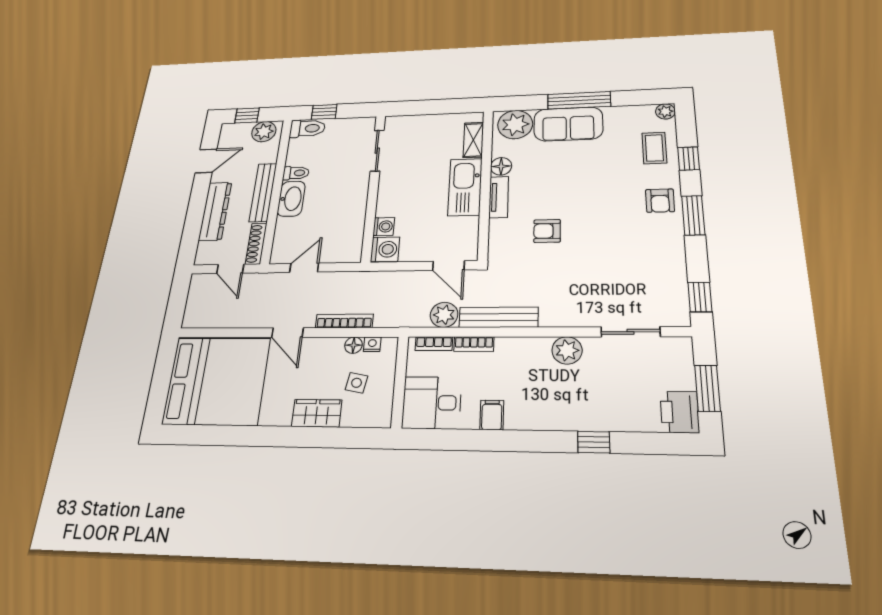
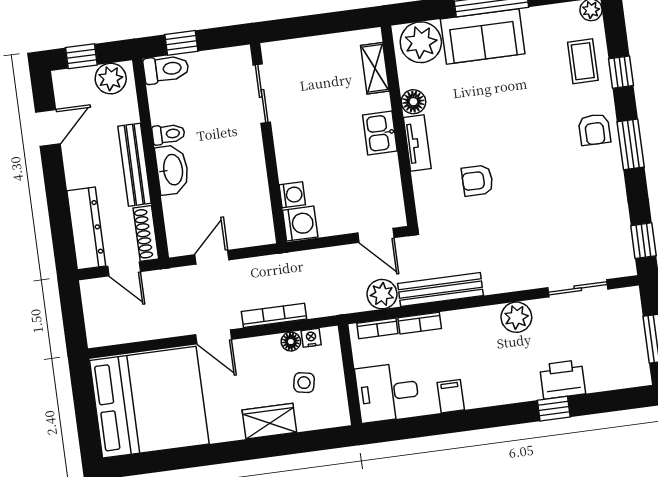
kitchen sink: (465, 187) -> (380, 133), width x0.53, depth x0.81
dresser: (215, 211) -> (86, 228), moved
printer: (680, 412) -> (562, 379), moved, turned 90

